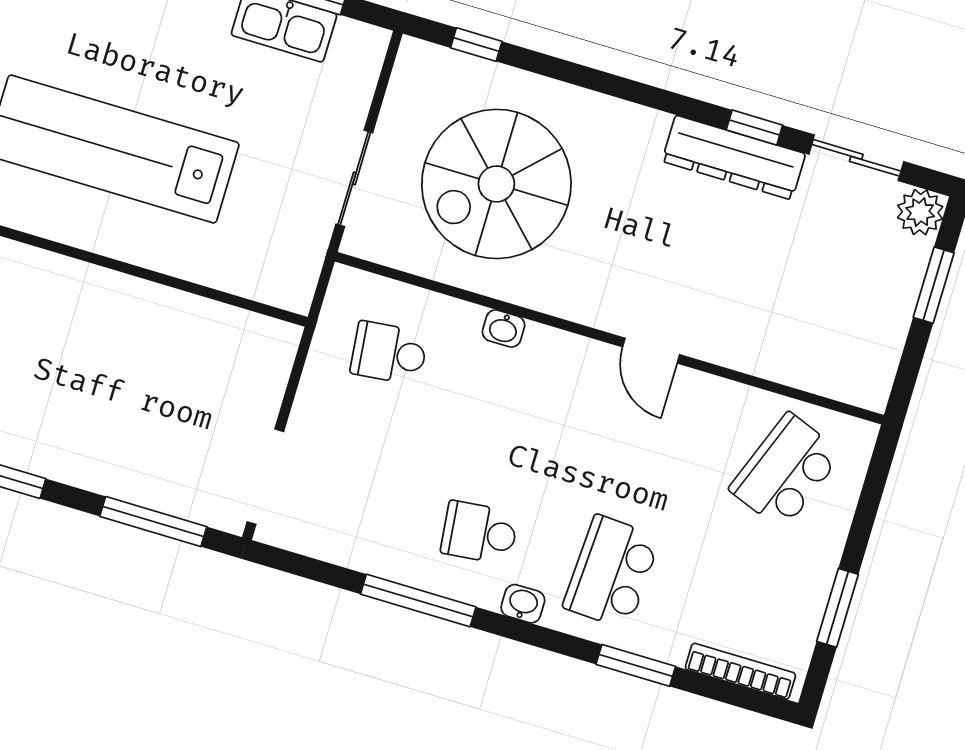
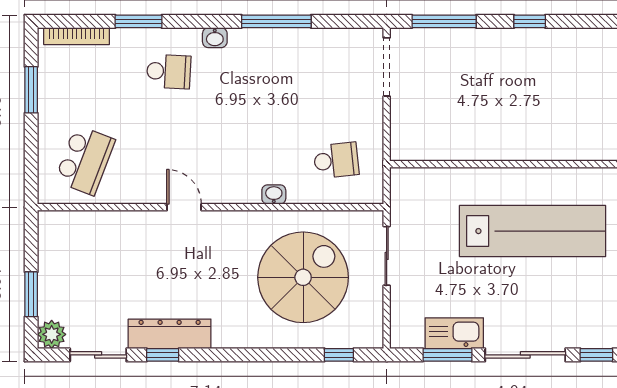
school desk: (479, 533) -> (252, 72), removed
school desk: (612, 572) -> (169, 72), width x0.54

